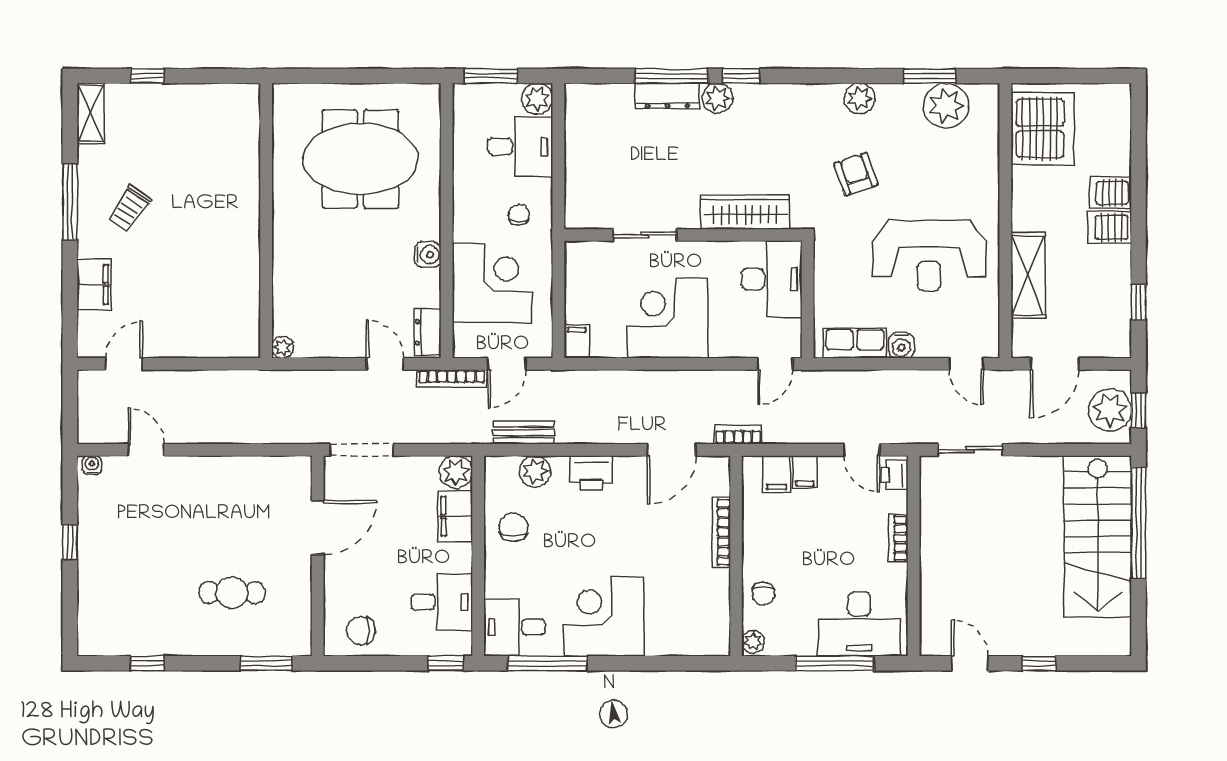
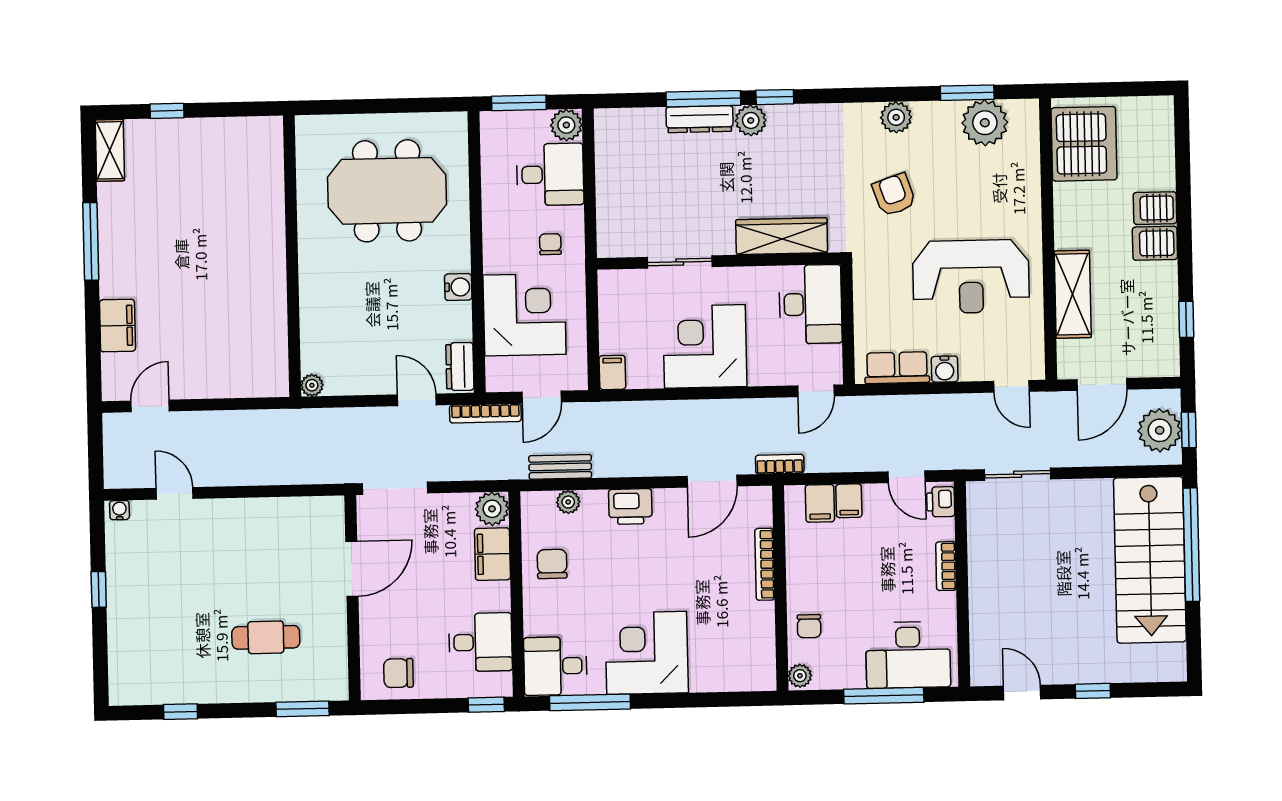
trolley: (130, 208) -> (152, 247), removed
plant: (535, 471) -> (568, 502), width x0.73, depth x0.73

